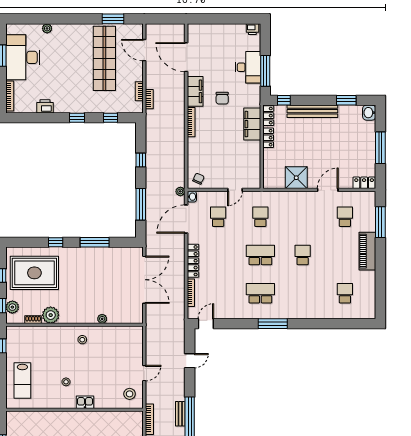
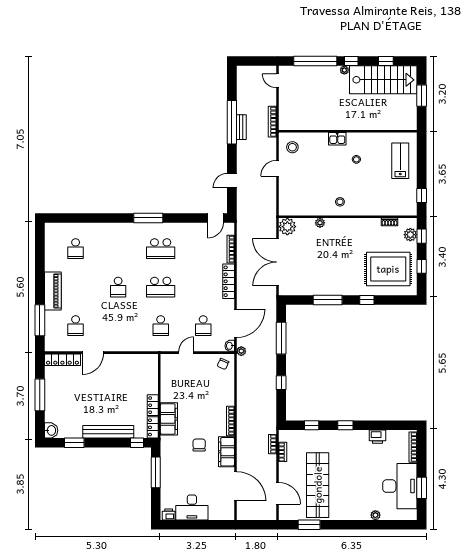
desk: (248, 67) -> (192, 507), moved, turned -90
shower: (296, 178) -> (125, 365), removed
locker: (364, 183) -> (62, 360), width x1.53
plant: (51, 315) -> (287, 227), moved

